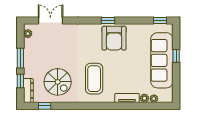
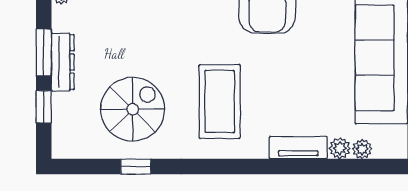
spiral stairs: (58, 82) -> (133, 109), turned -90
dresser: (28, 91) -> (63, 62), moved
window: (45, 106) -> (136, 166), moved

